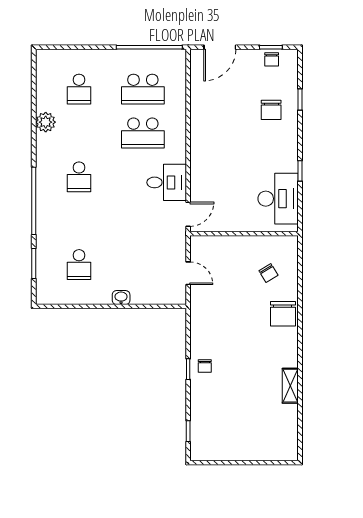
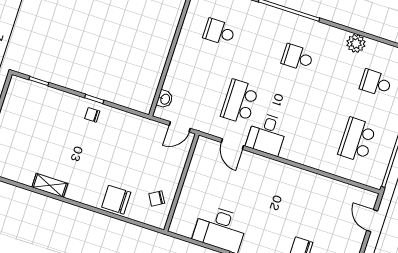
door: (220, 47) -> (372, 221), width x0.73
school desk: (143, 133) -> (240, 102), moved
wall: (244, 234) -> (181, 183), moved
washbasin: (121, 298) -> (165, 99), moved

